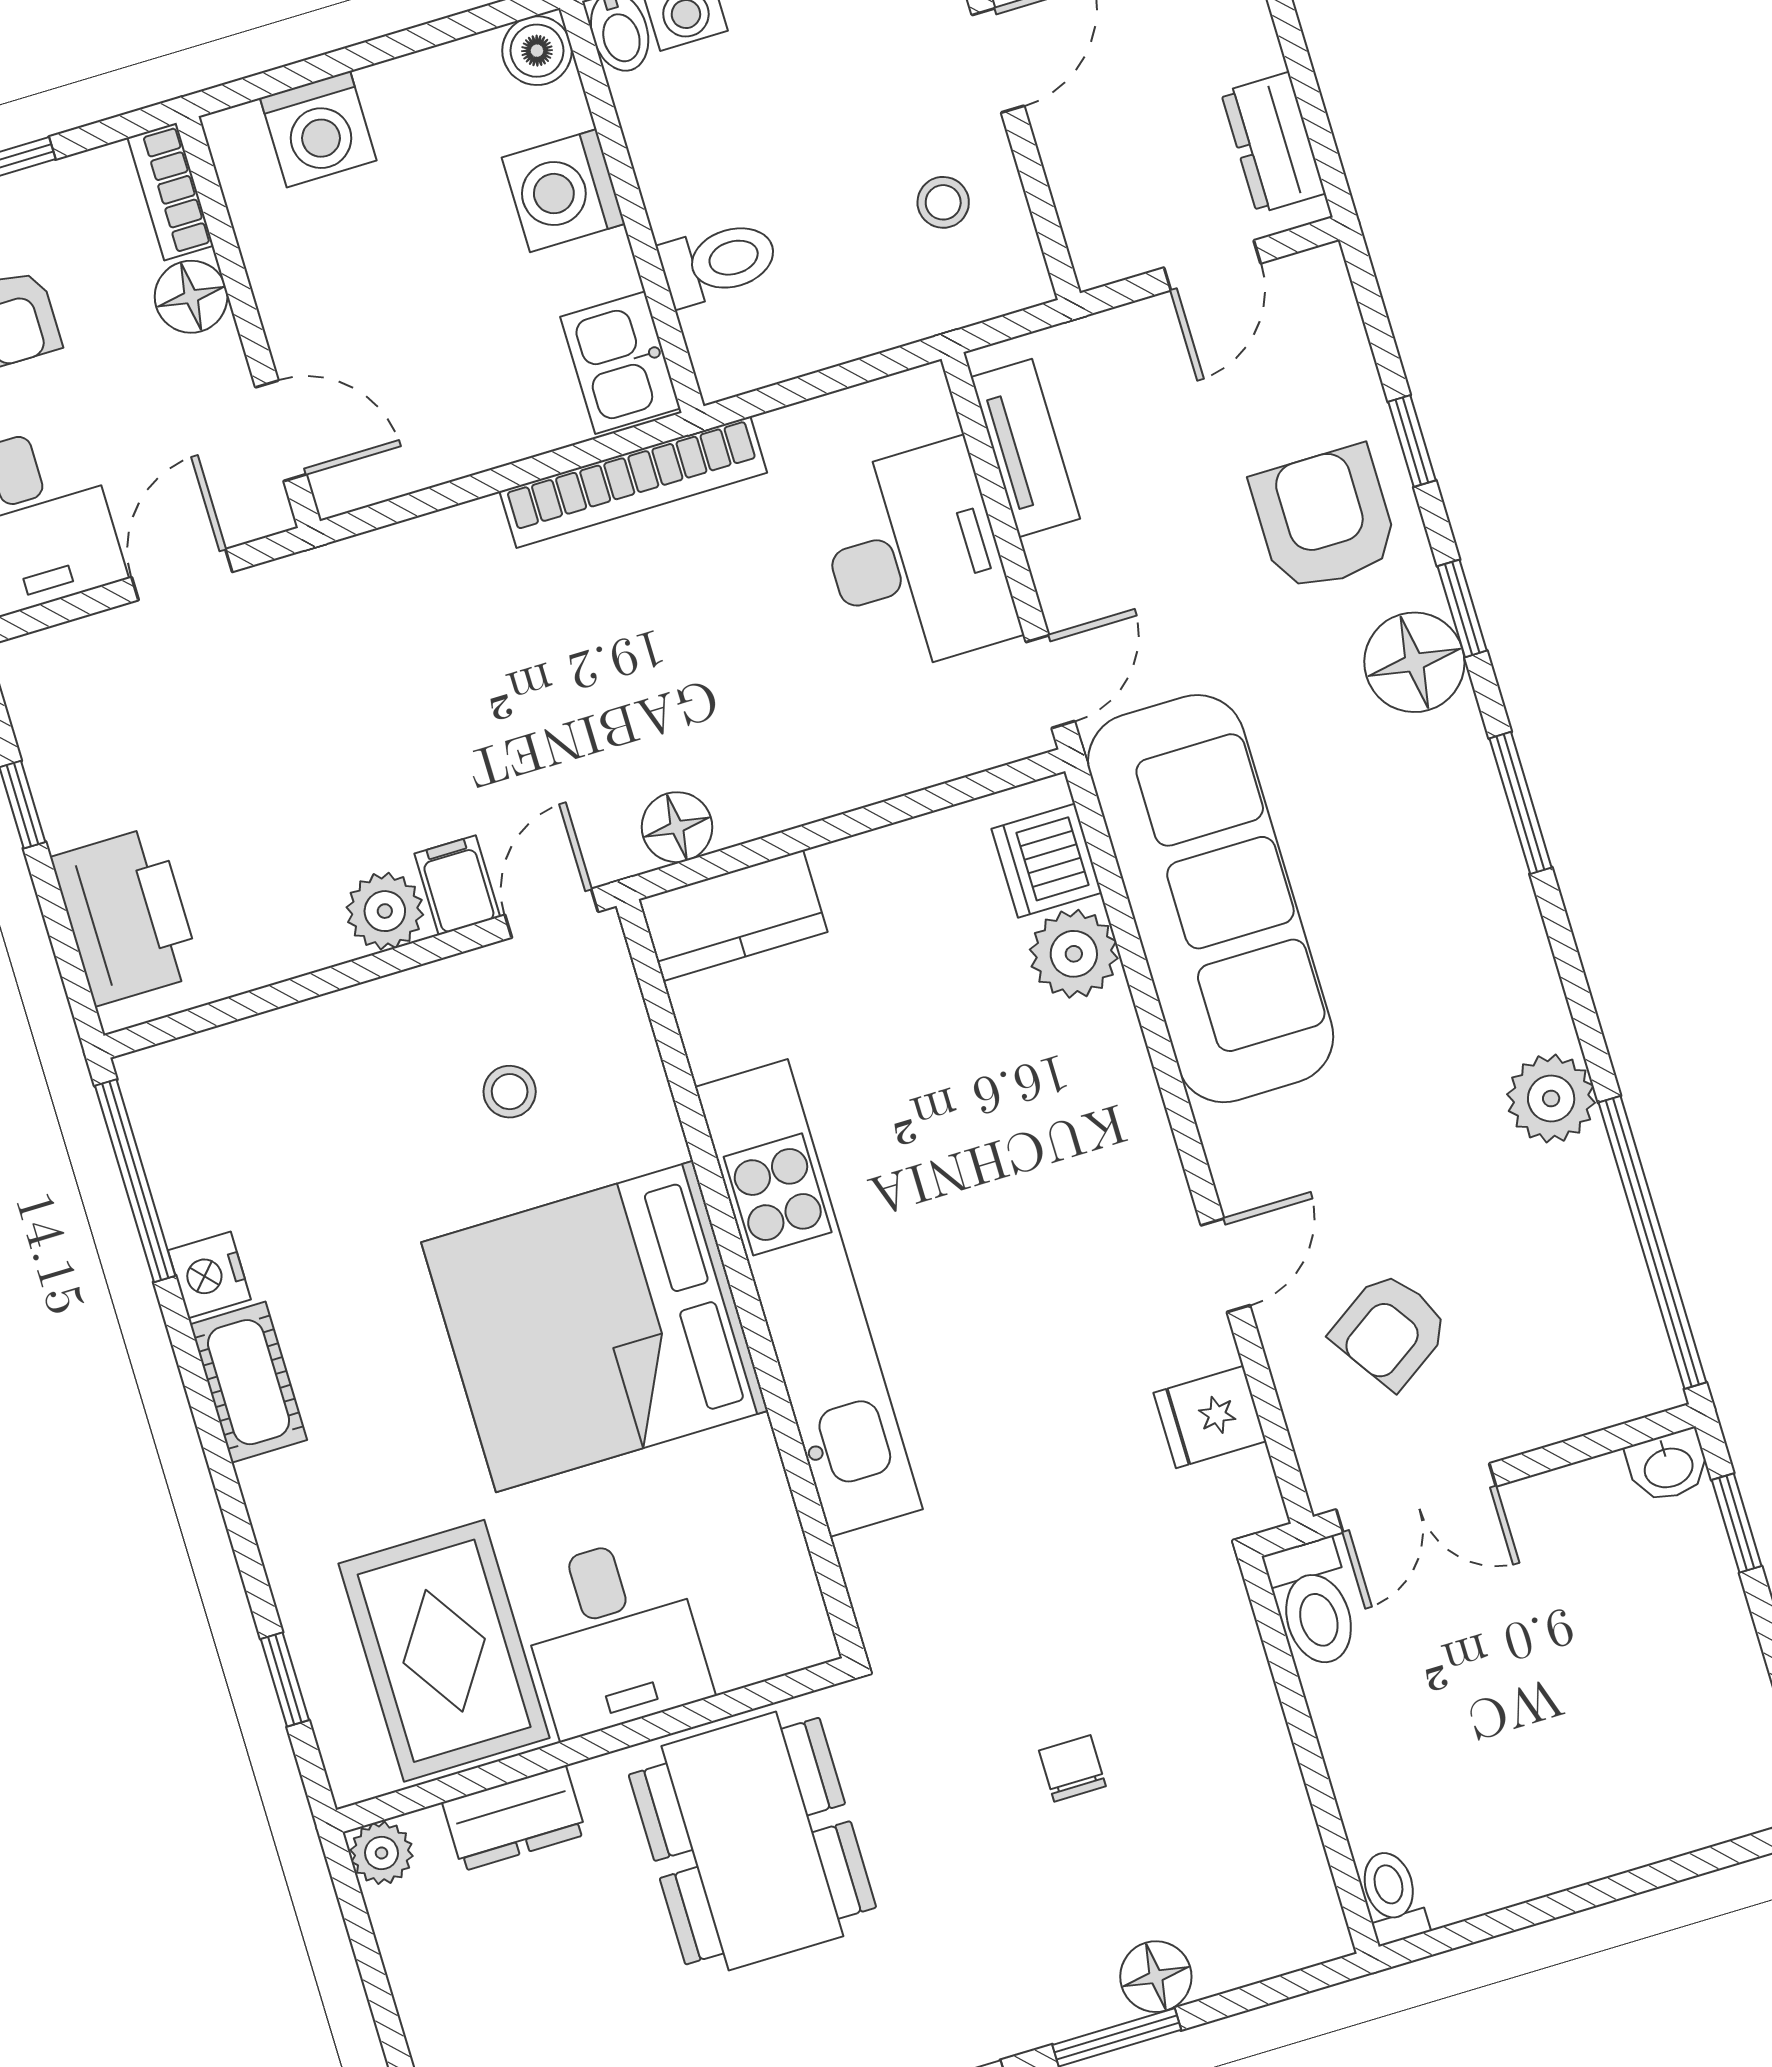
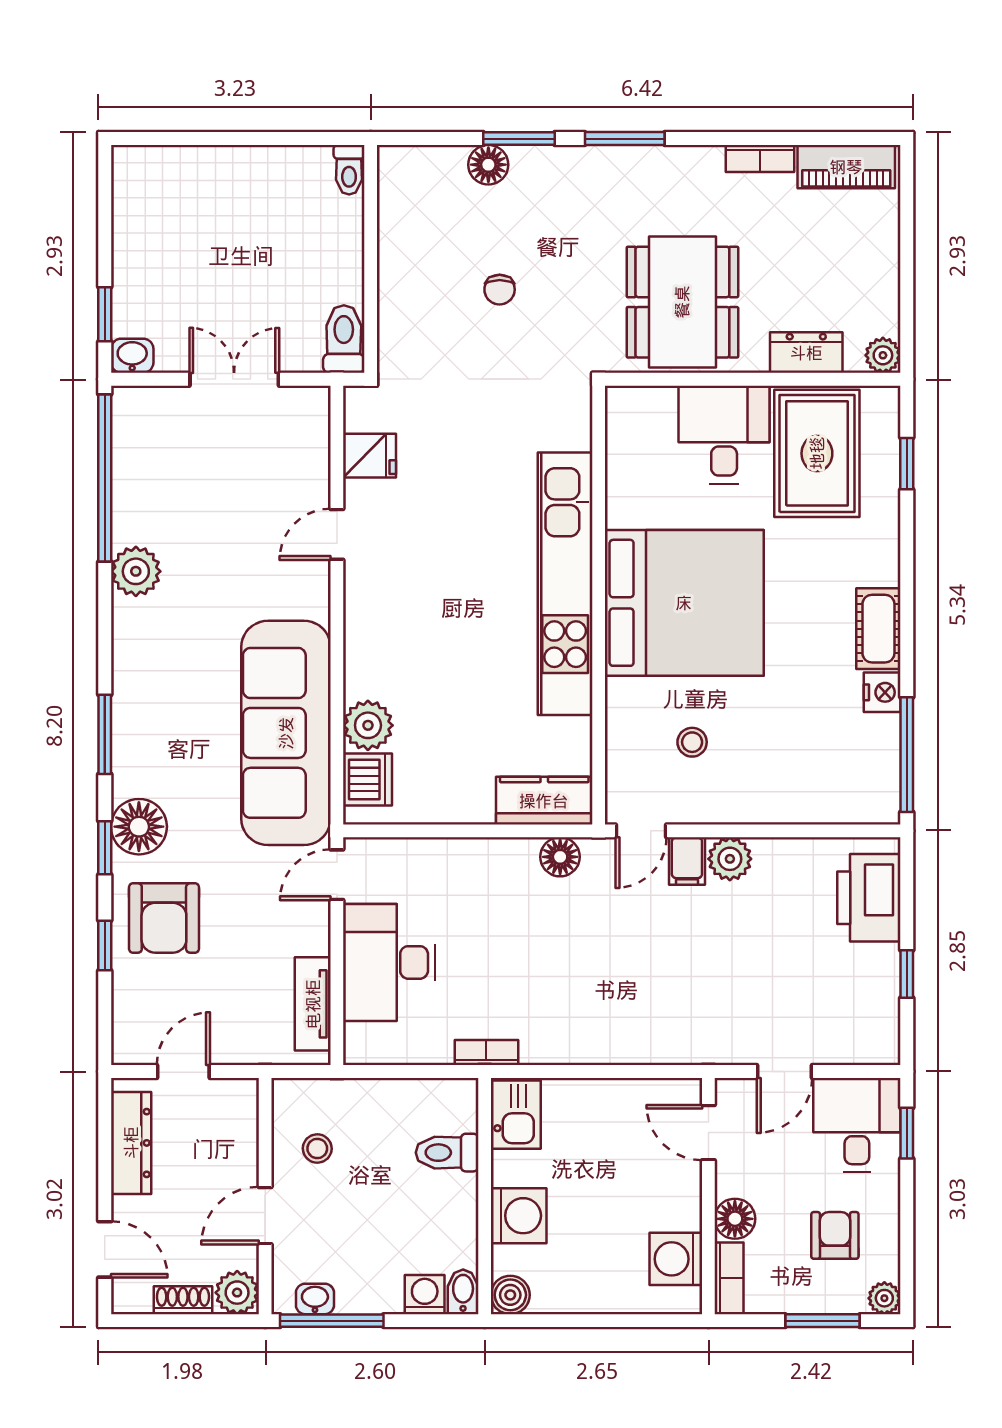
washing machine: (318, 129) -> (676, 1259), moved, turned -90
dresser: (1273, 143) -> (131, 1143), width x1.44
bookcase: (633, 482) -> (486, 1053), width x0.43, depth x0.76
armchair: (1390, 1330) -> (259, 473), removed
double door: (1416, 1498) -> (234, 379), moved

